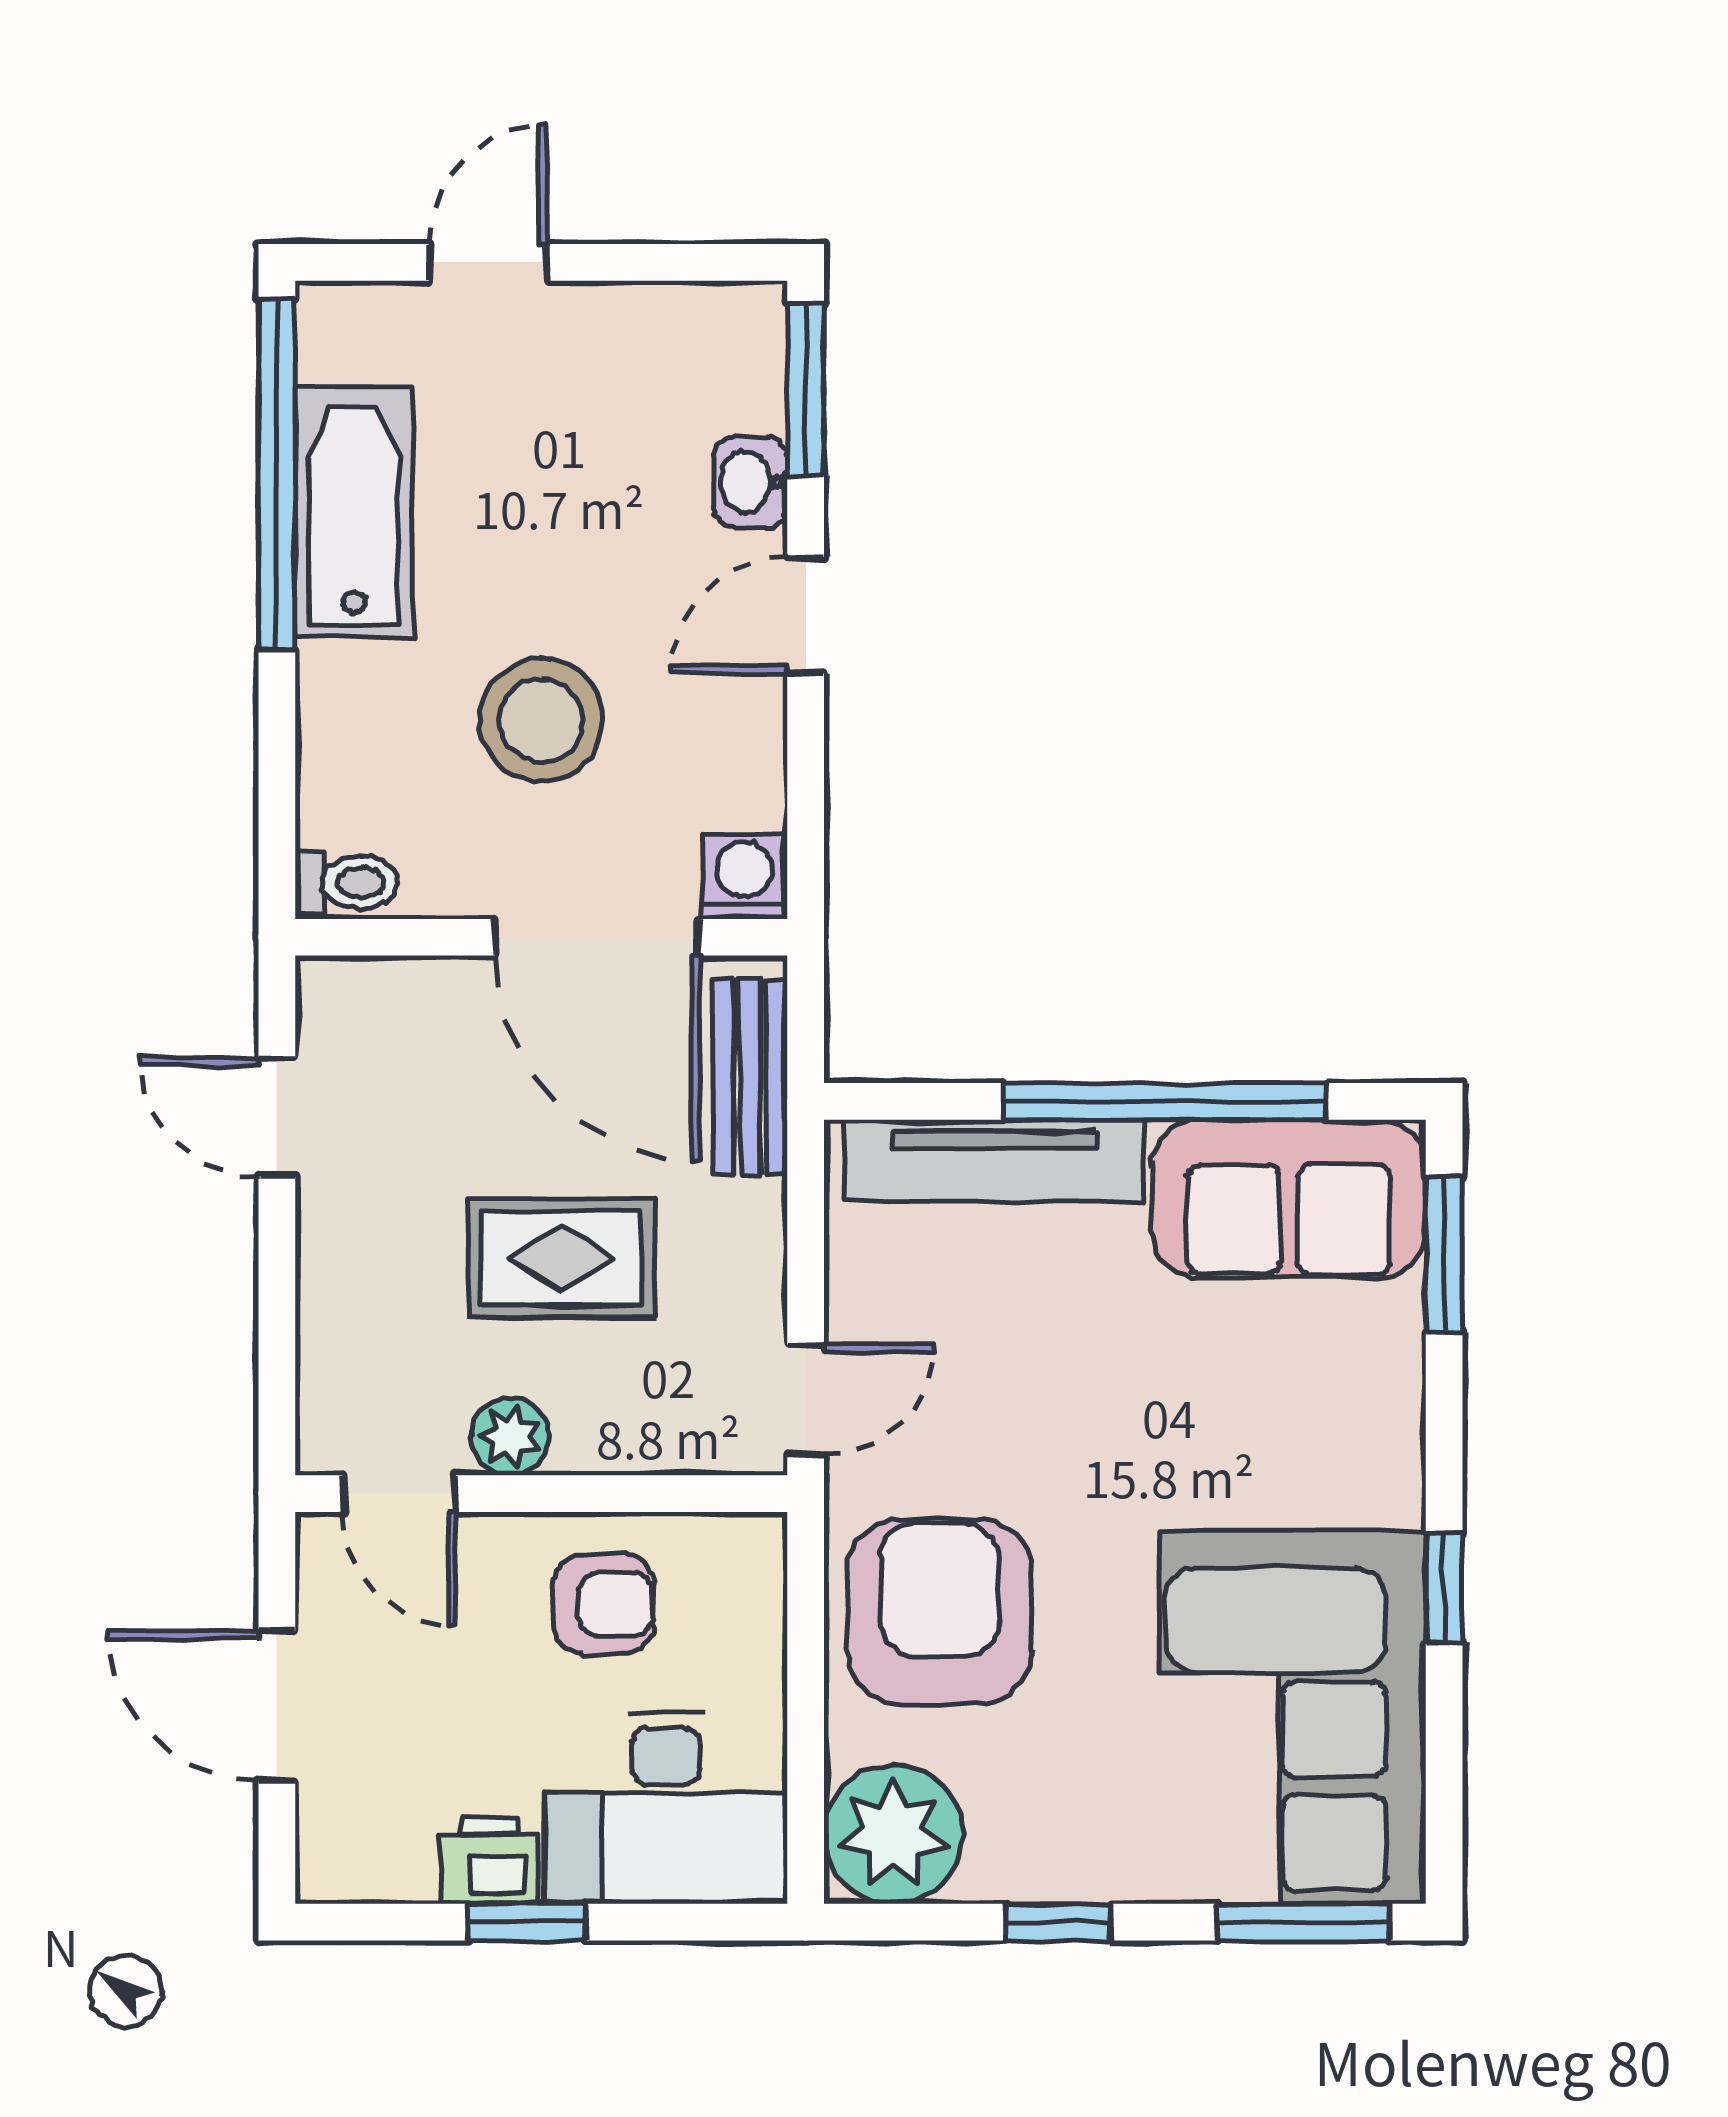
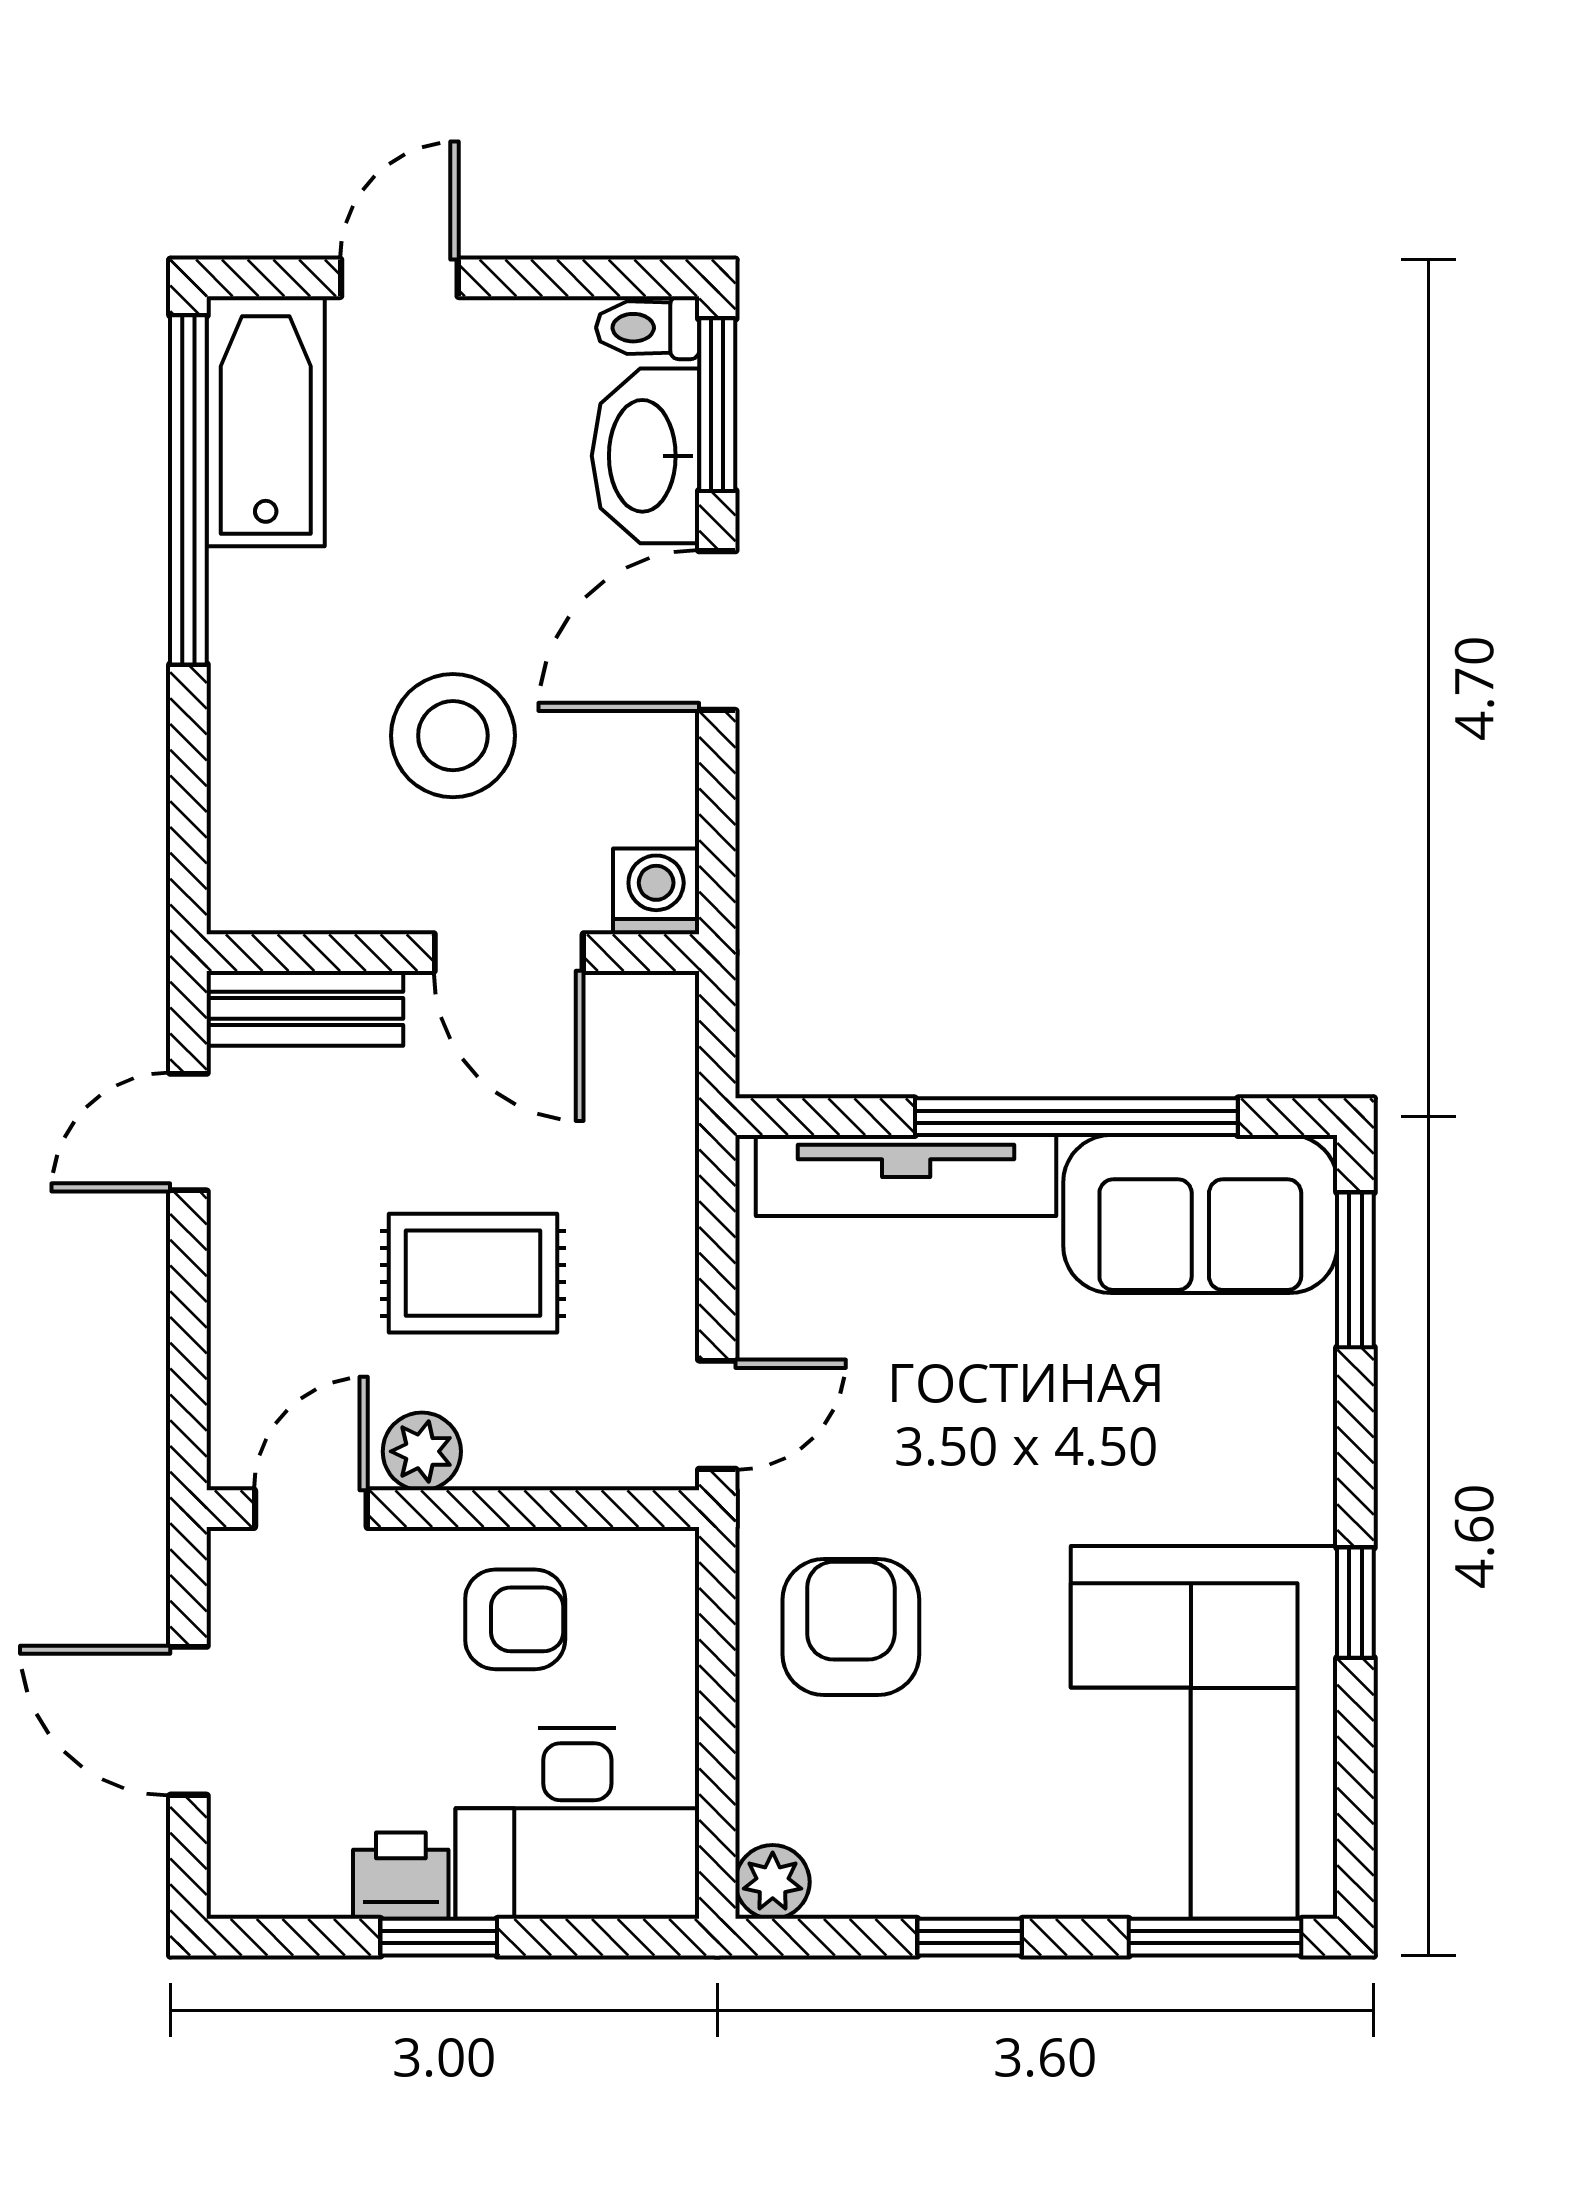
washbasin: (750, 482) -> (645, 456), width x1.91, depth x1.45
bathtub: (354, 512) -> (266, 421), moved
door: (806, 615) -> (717, 631), width x1.38
toilet: (346, 883) -> (648, 328), moved, turned 180
door: (597, 937) -> (509, 953), width x0.73
bench: (750, 1077) -> (305, 1008), moved, turned 90
door: (277, 1117) -> (188, 1132), hinge flipped
door: (399, 1494) -> (311, 1509), swing flipped
armchair: (939, 1612) -> (851, 1627), width x0.73, depth x0.73
plant: (893, 1834) -> (773, 1882), width x0.53, depth x0.53

